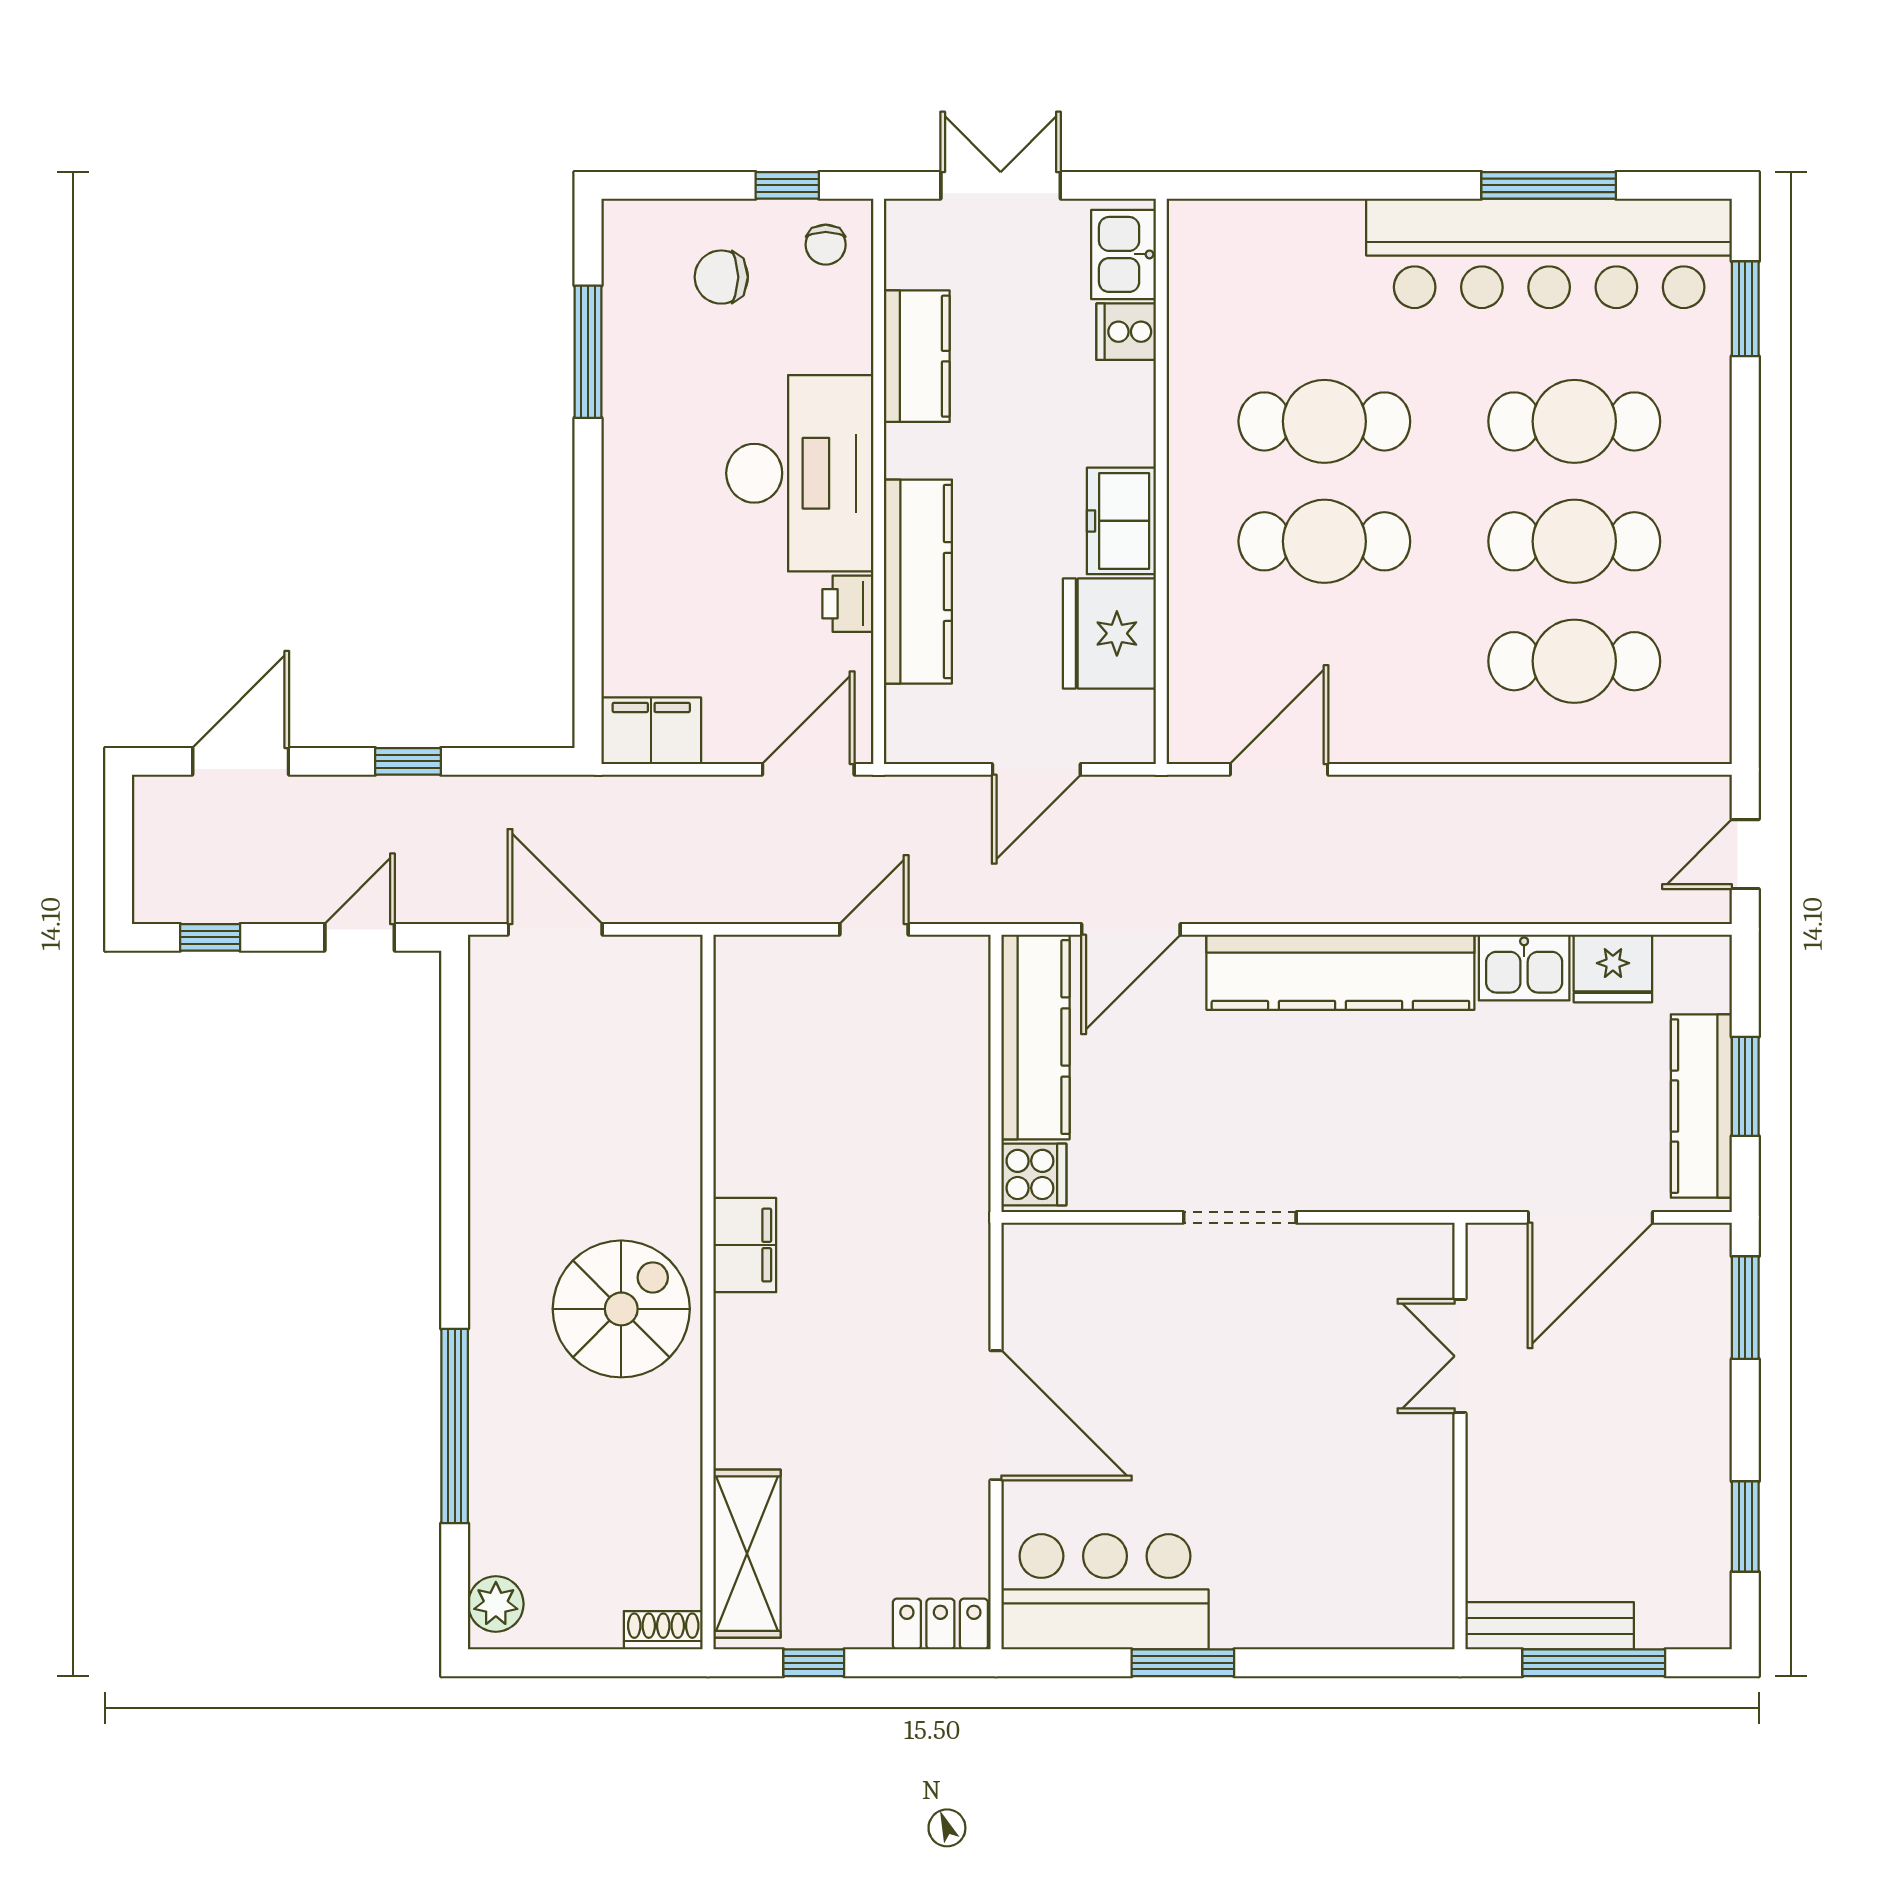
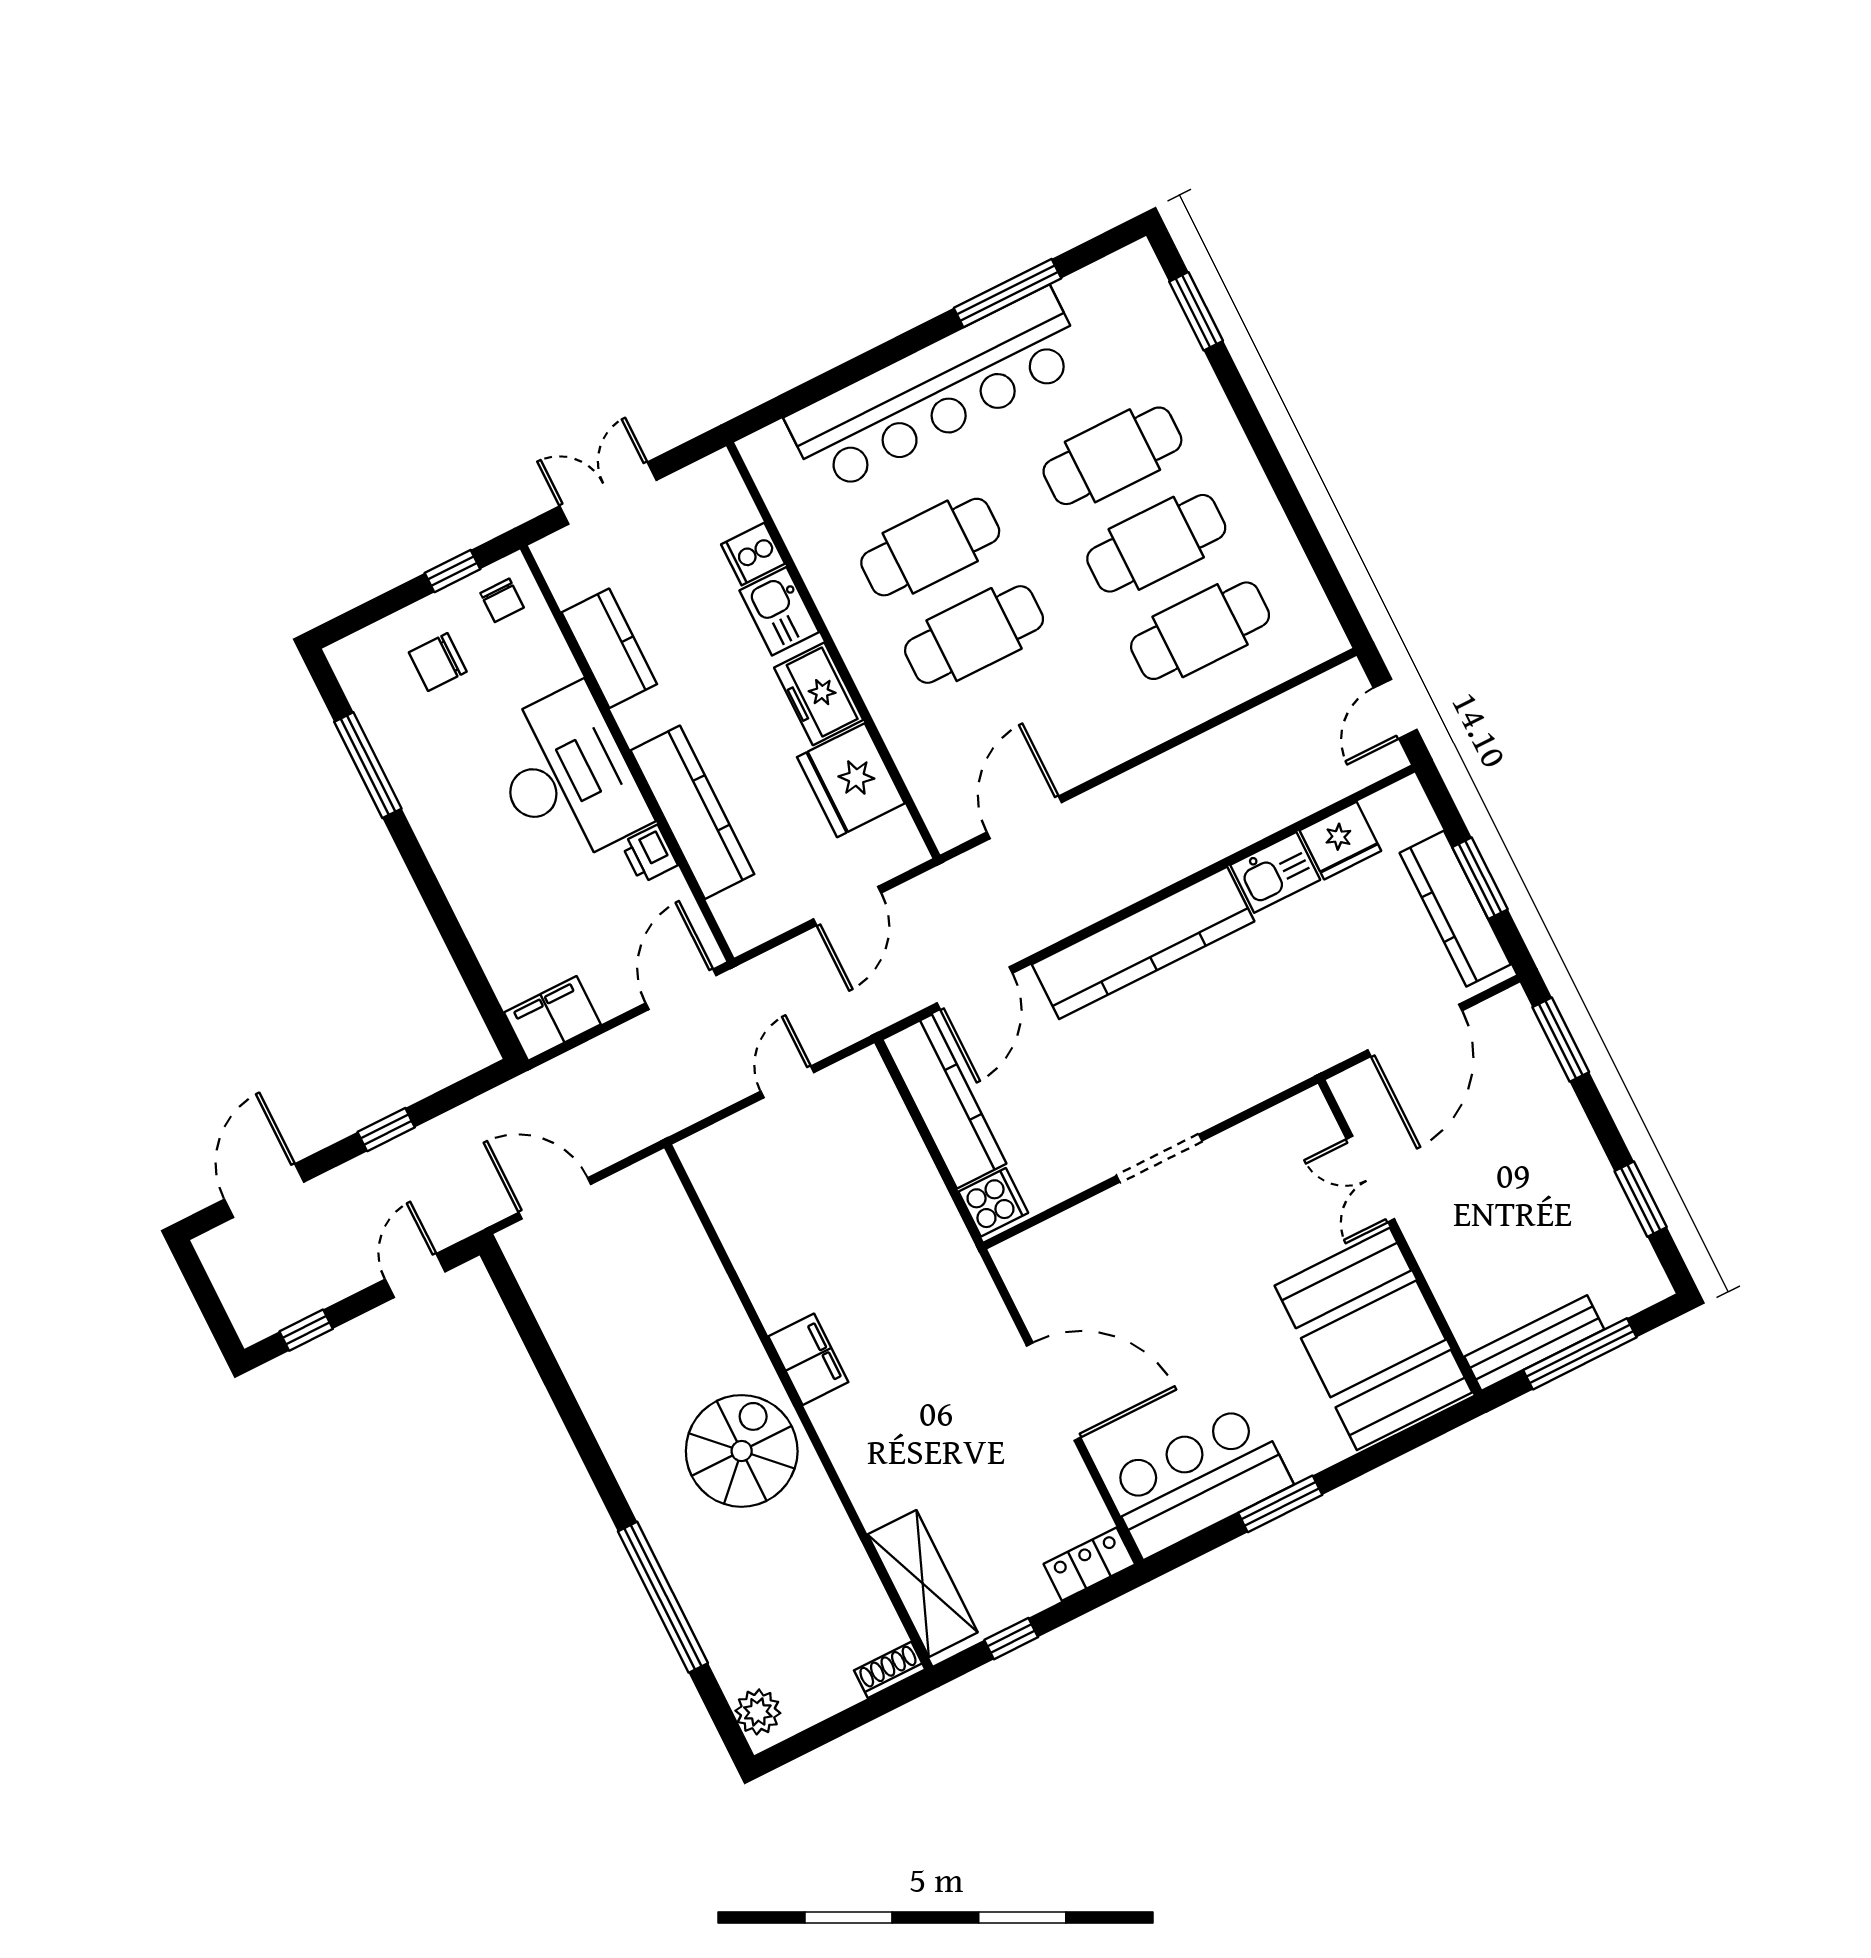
bar counter: (1549, 253) -> (936, 391), moved
kitchen sink: (1124, 254) -> (779, 611), moved
booth: (1375, 1533) -> (1373, 1339), added

